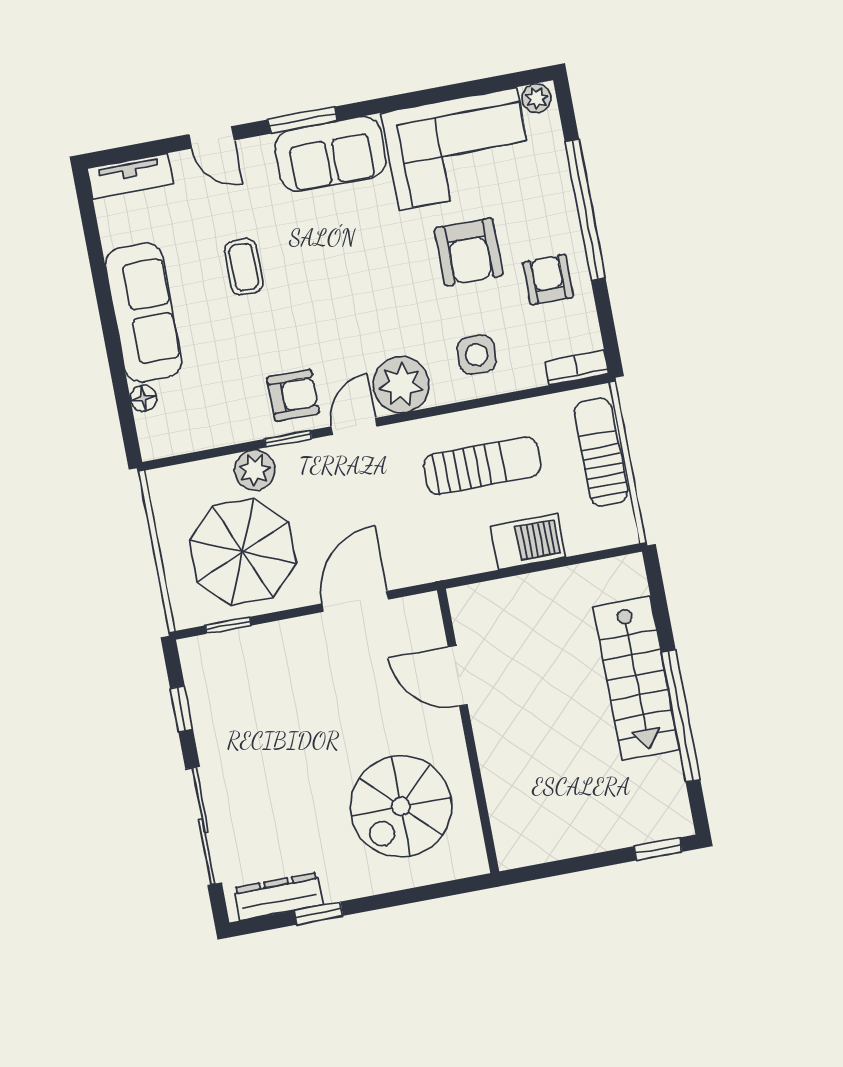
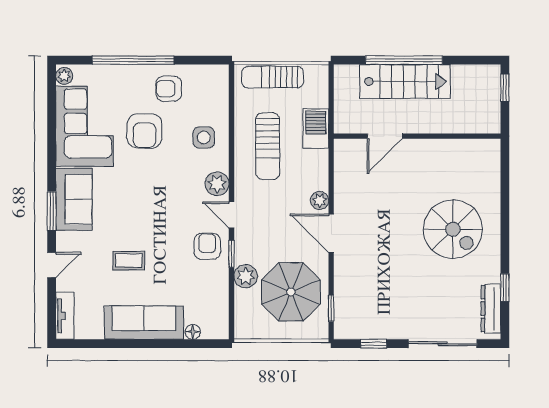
armchair: (469, 252) -> (144, 131), turned 90
bookcase: (576, 368) -> (222, 82), removed
plant: (401, 385) -> (217, 184), width x0.73, depth x0.73
sun lounger: (482, 466) -> (268, 146), turned 180
plant: (407, 571) -> (320, 200), added
door: (458, 676) -> (385, 136), moved
window: (681, 716) -> (404, 60), moved
wall: (468, 731) -> (417, 136), moved

